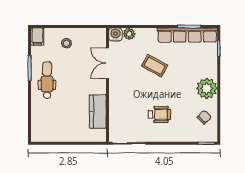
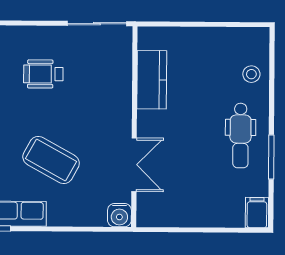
plant: (129, 34) -> (95, 216), removed
stool: (66, 43) -> (251, 74), moved
coffee table: (155, 66) -> (51, 160), width x1.36, depth x1.30

